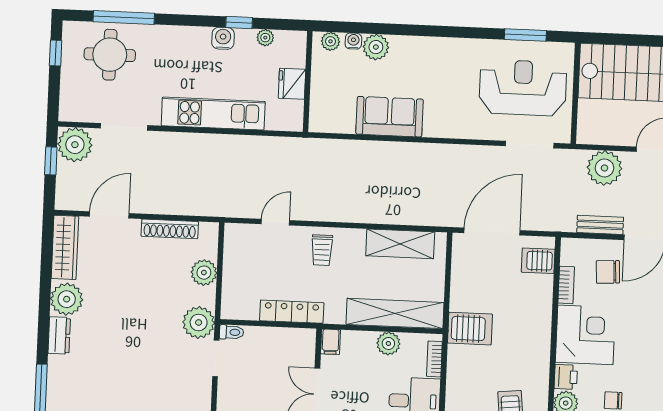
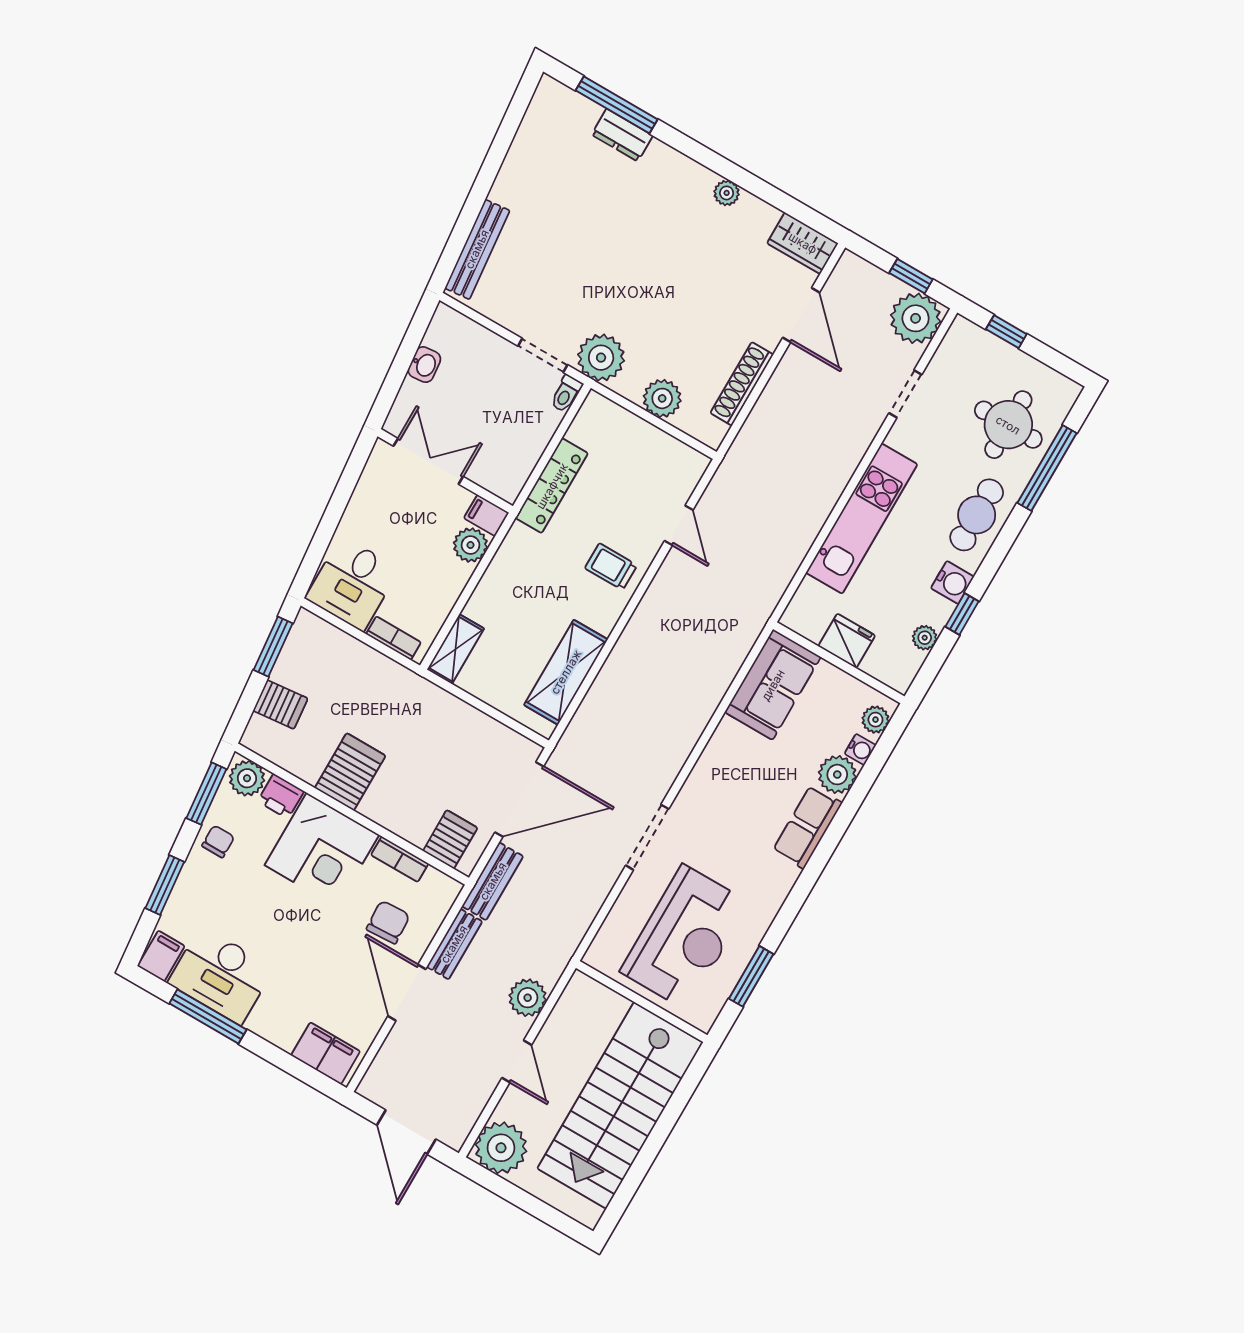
cafe table: (174, 45) -> (977, 515), added
row of seats: (417, 49) -> (807, 827), added
window: (56, 53) -> (1006, 332), moved
sofa: (390, 117) -> (773, 685), moved
doorway: (124, 127) -> (905, 394), width x0.73
doorway: (530, 145) -> (647, 837), moved
plant: (604, 168) -> (528, 998), width x0.73, depth x0.73
bench: (550, 222) -> (493, 881), added
door: (492, 232) -> (519, 799), hinge flipped
wardrobe: (65, 247) -> (803, 243), width x0.67
plant: (67, 299) -> (727, 193), width x0.53, depth x0.53
shelving: (395, 313) -> (456, 649), width x0.45, depth x0.75
server rack: (470, 329) -> (350, 772), moved, turned 180
dresser: (59, 335) -> (622, 135), moved
plant: (388, 343) -> (470, 545), moved

